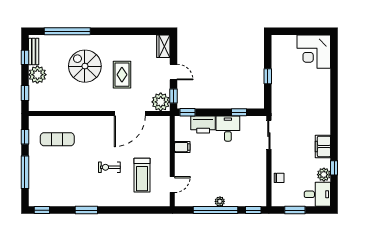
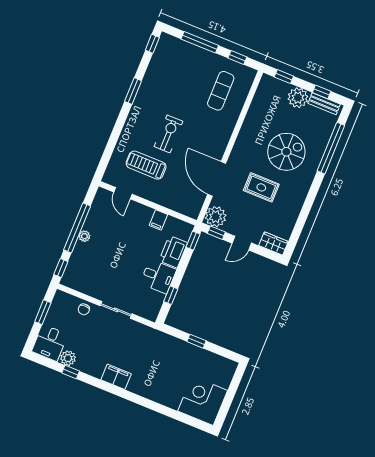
sliding door: (269, 135) -> (116, 310), moved
filing cabinet: (323, 146) -> (116, 377), moved
exercise bike: (109, 167) -> (169, 134), width x1.38, depth x1.39

